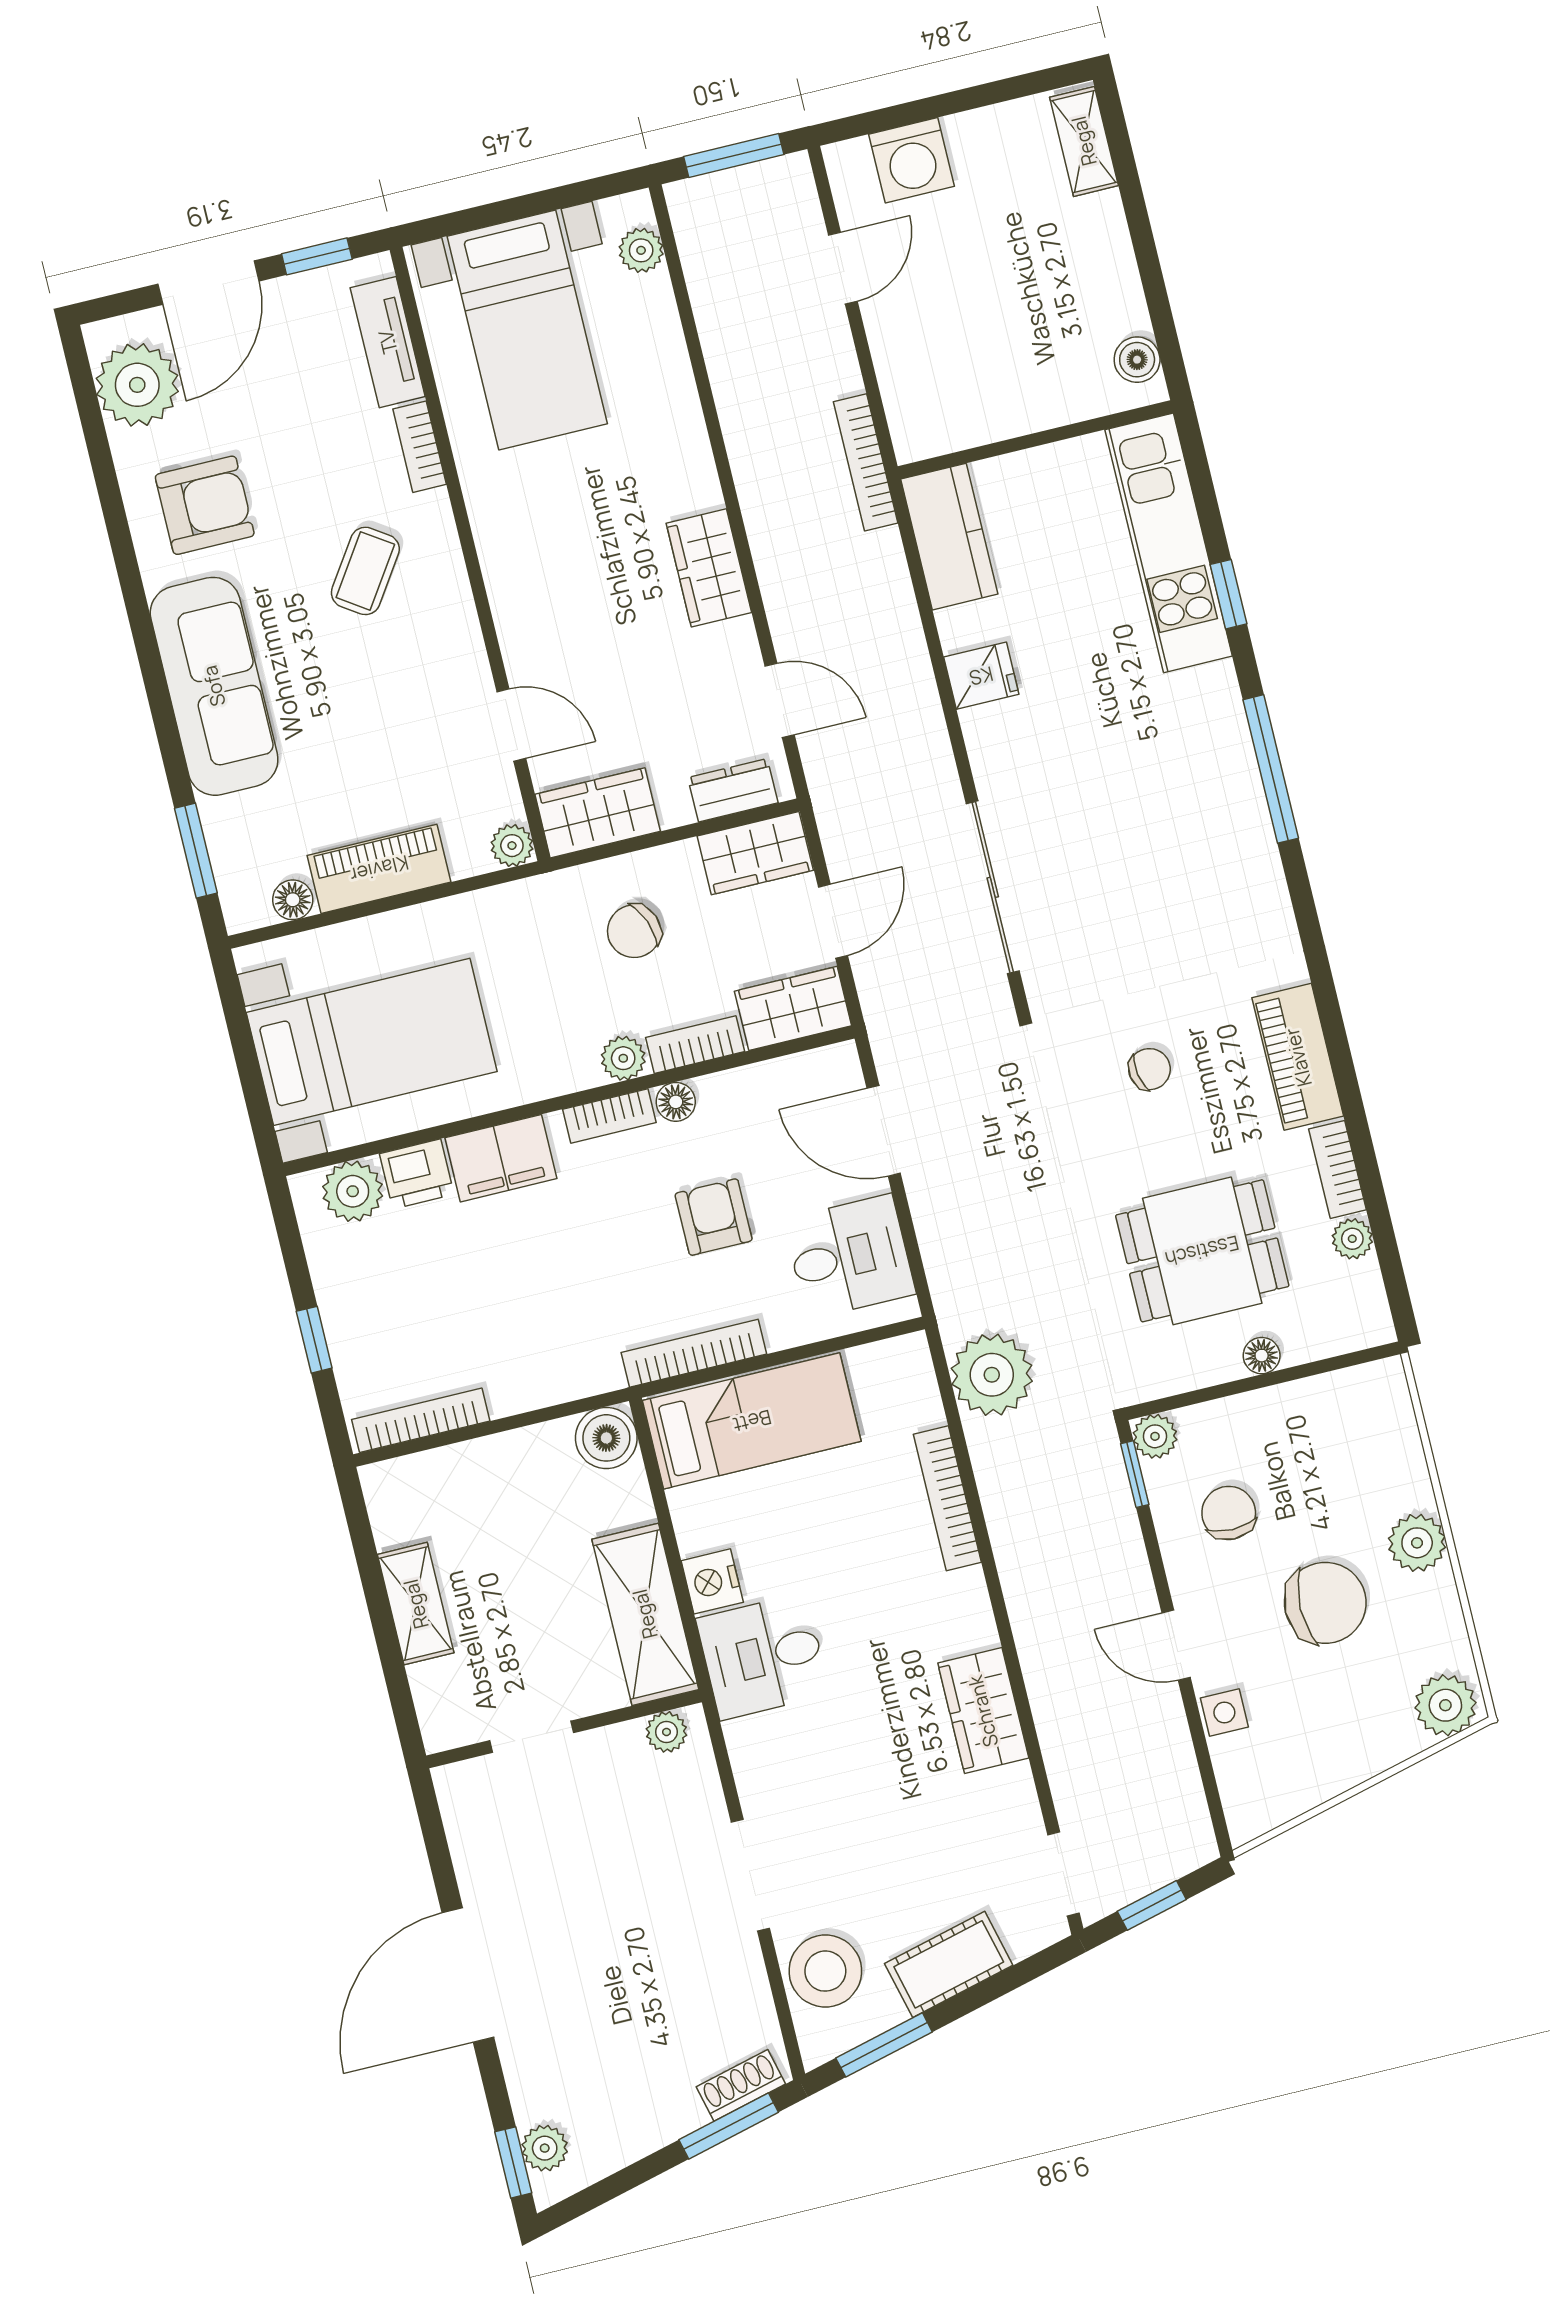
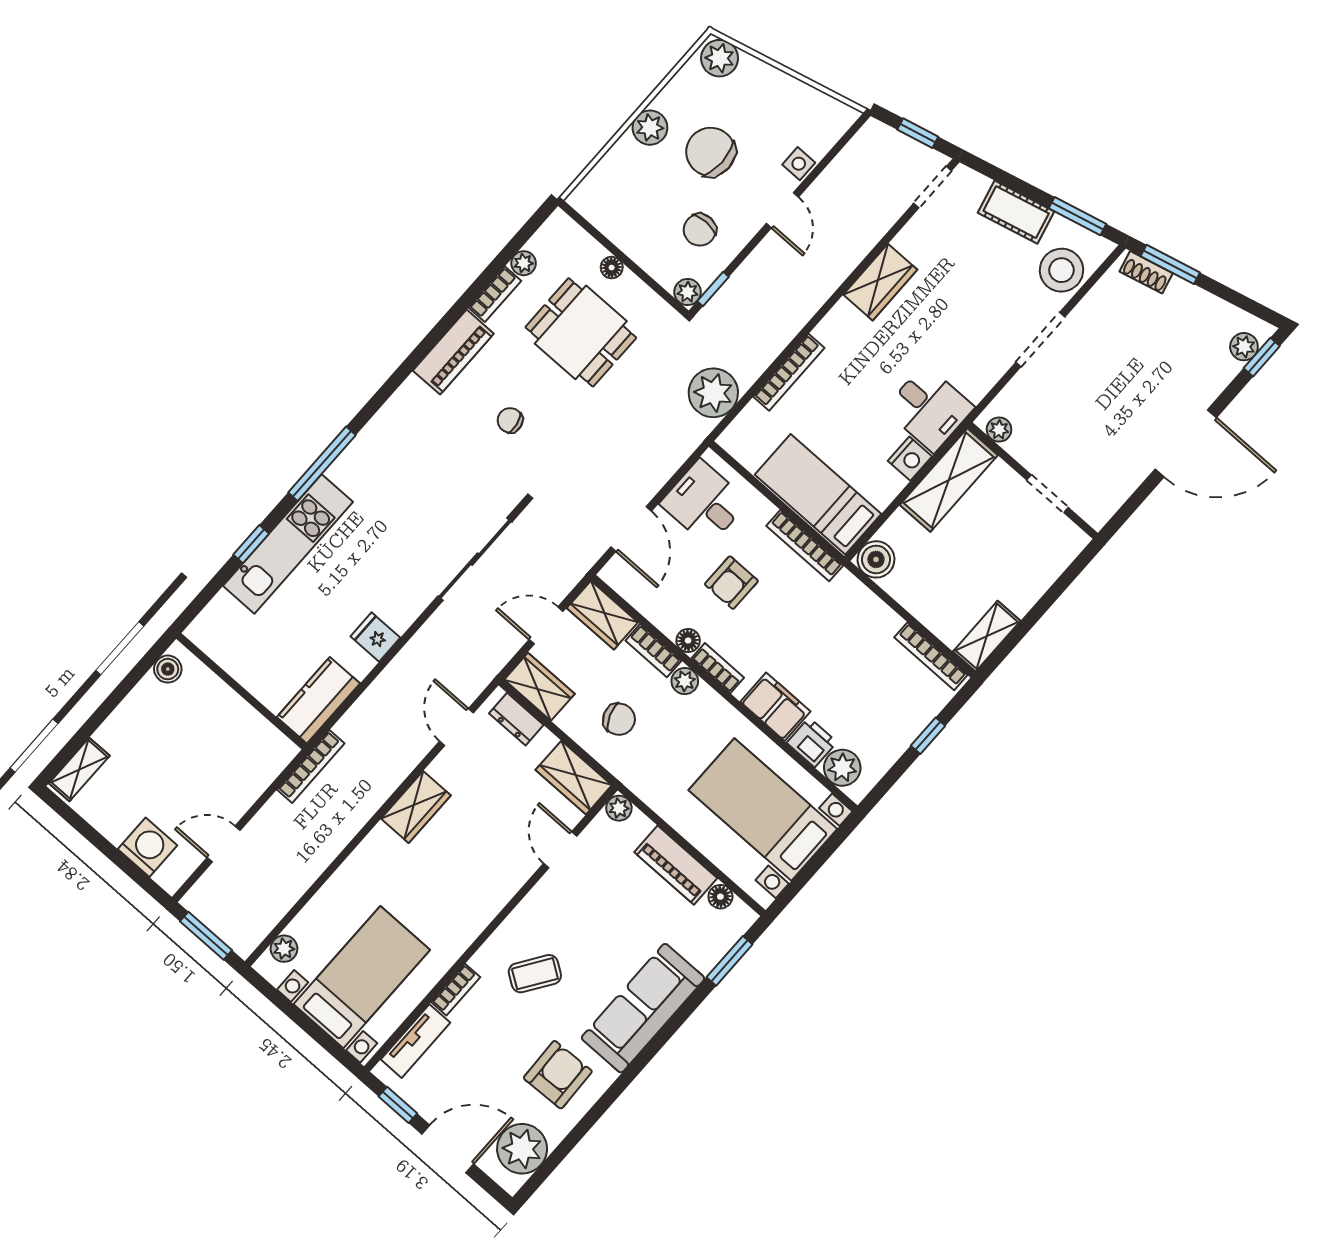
armchair: (205, 505) -> (558, 1075), turned 88
kitchen unit: (1169, 543) -> (288, 544), moved
shelving: (416, 1604) -> (987, 636), moved

